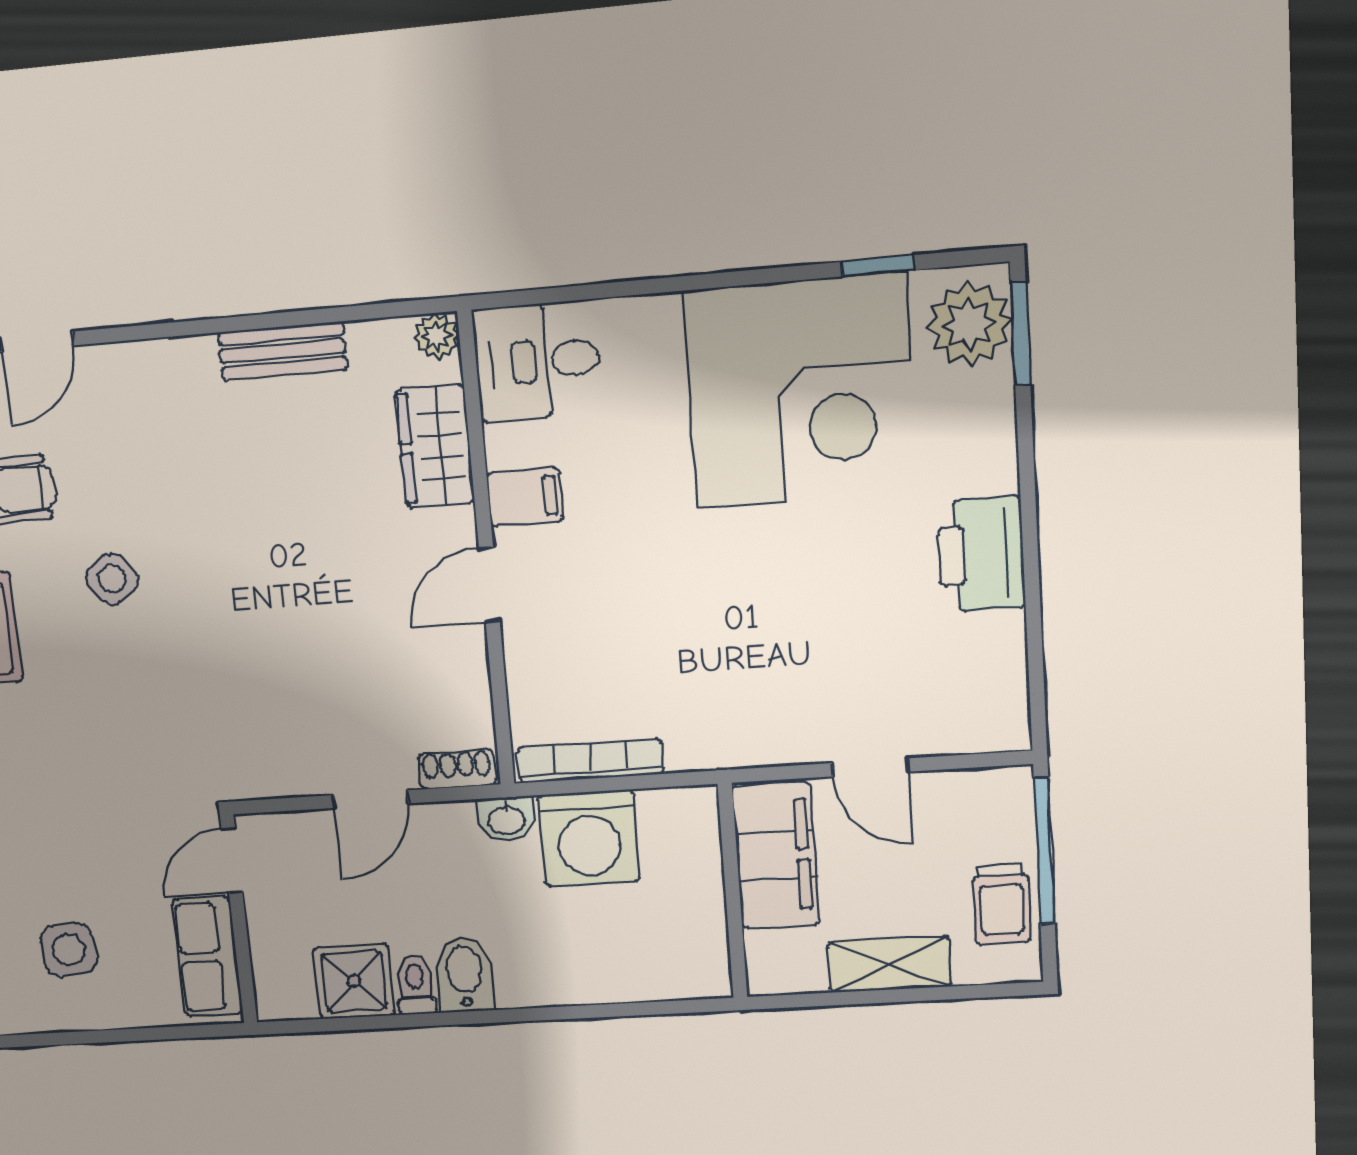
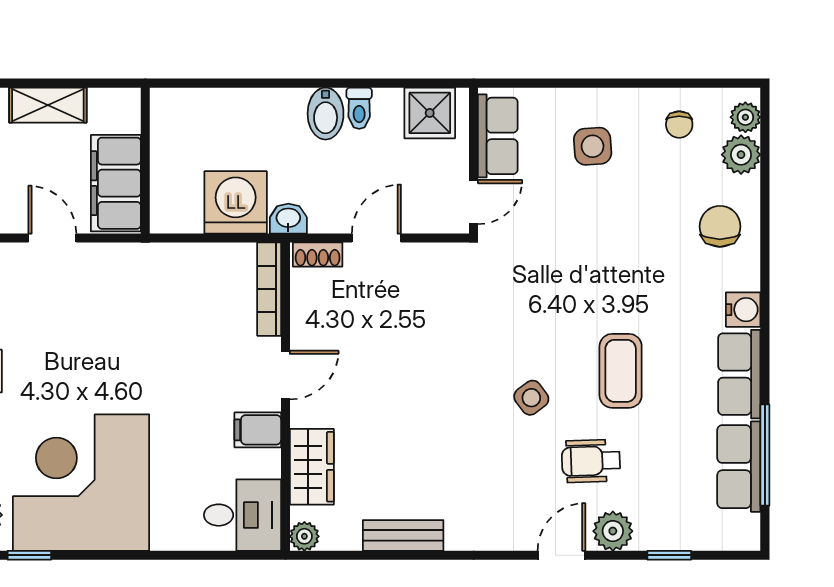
bookcase: (590, 761) -> (269, 289), moved, turned 90
shower: (354, 981) -> (430, 113), moved

